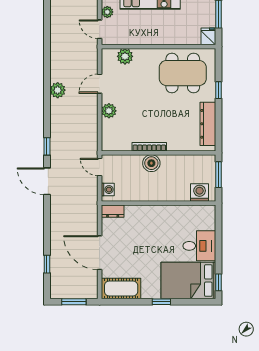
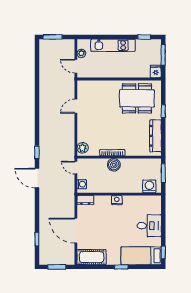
plant: (125, 56) -> (94, 86), removed
plant: (58, 90) -> (45, 111), removed
plant: (109, 111) -> (83, 148), moved
nightstand: (155, 211) -> (117, 200), added
bed: (188, 281) -> (141, 256), width x0.67

